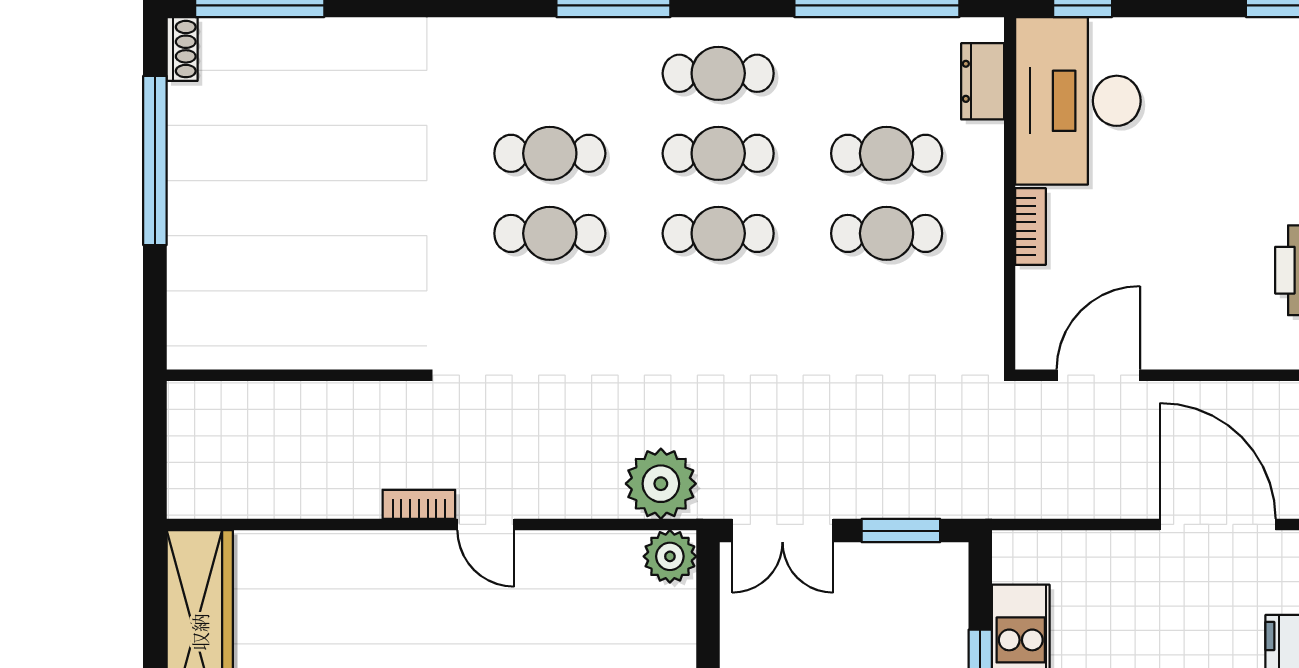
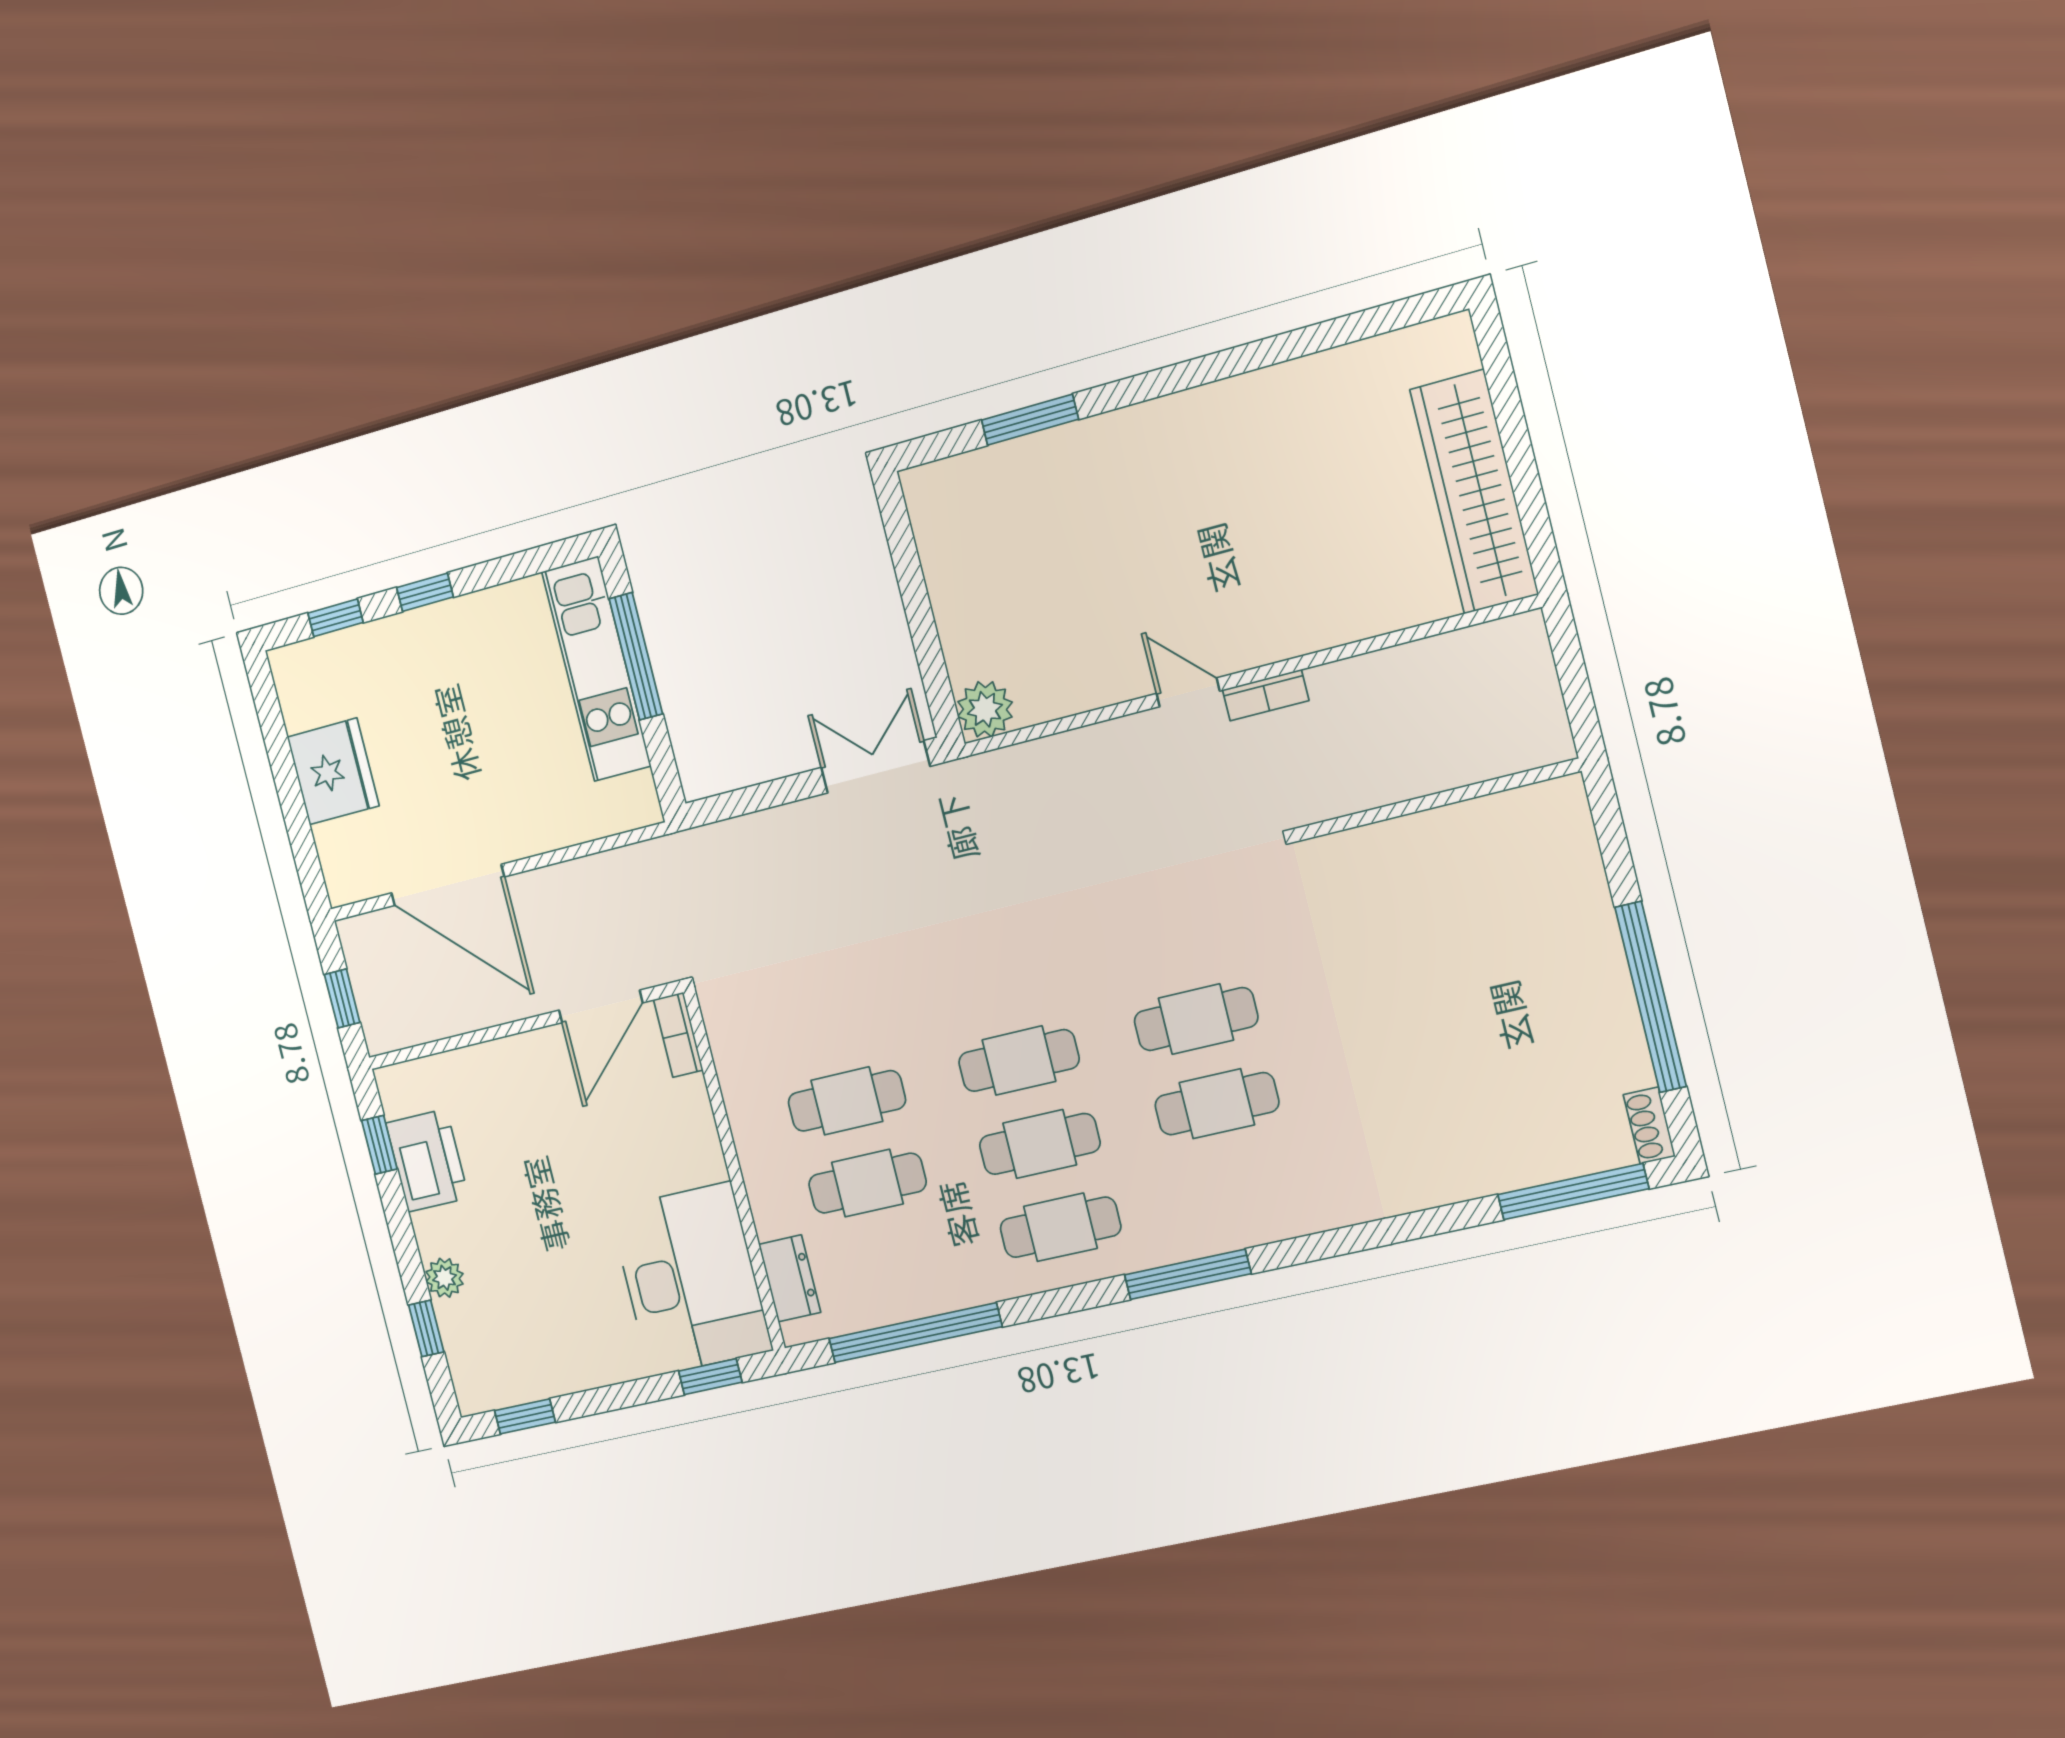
bookcase: (1031, 227) -> (678, 1035), moved
plant: (661, 484) -> (1013, 783), removed
window: (901, 531) -> (756, 798), removed

